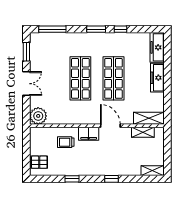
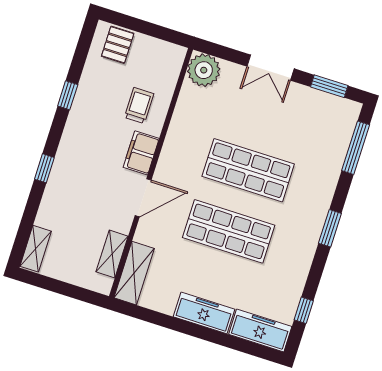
window: (120, 29) -> (304, 310), moved

